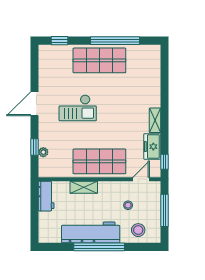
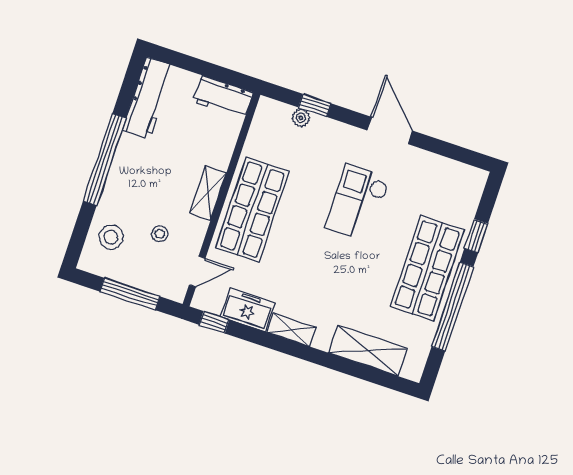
window: (59, 41) -> (476, 236), moved
shelving: (153, 77) -> (368, 351), added
door: (141, 179) -> (197, 272), hinge flipped
shelving: (84, 187) -> (208, 193), moved
workbench: (91, 232) -> (148, 98), moved, width x0.73, depth x0.76

